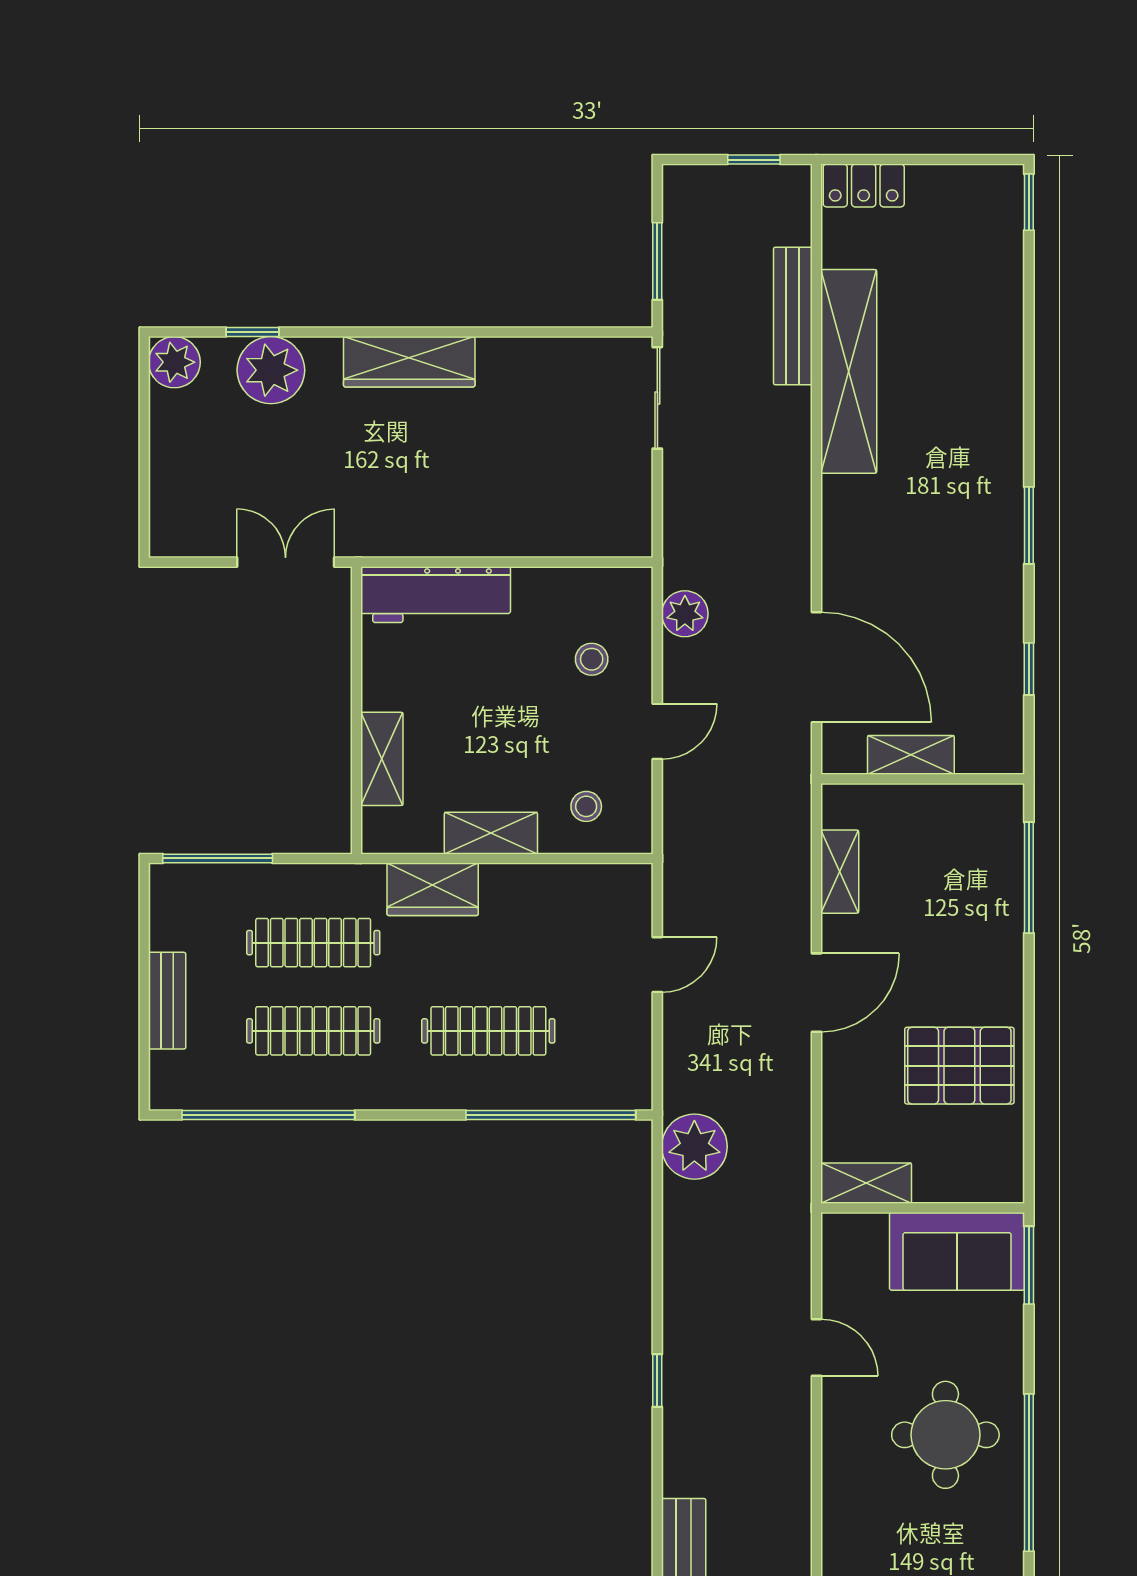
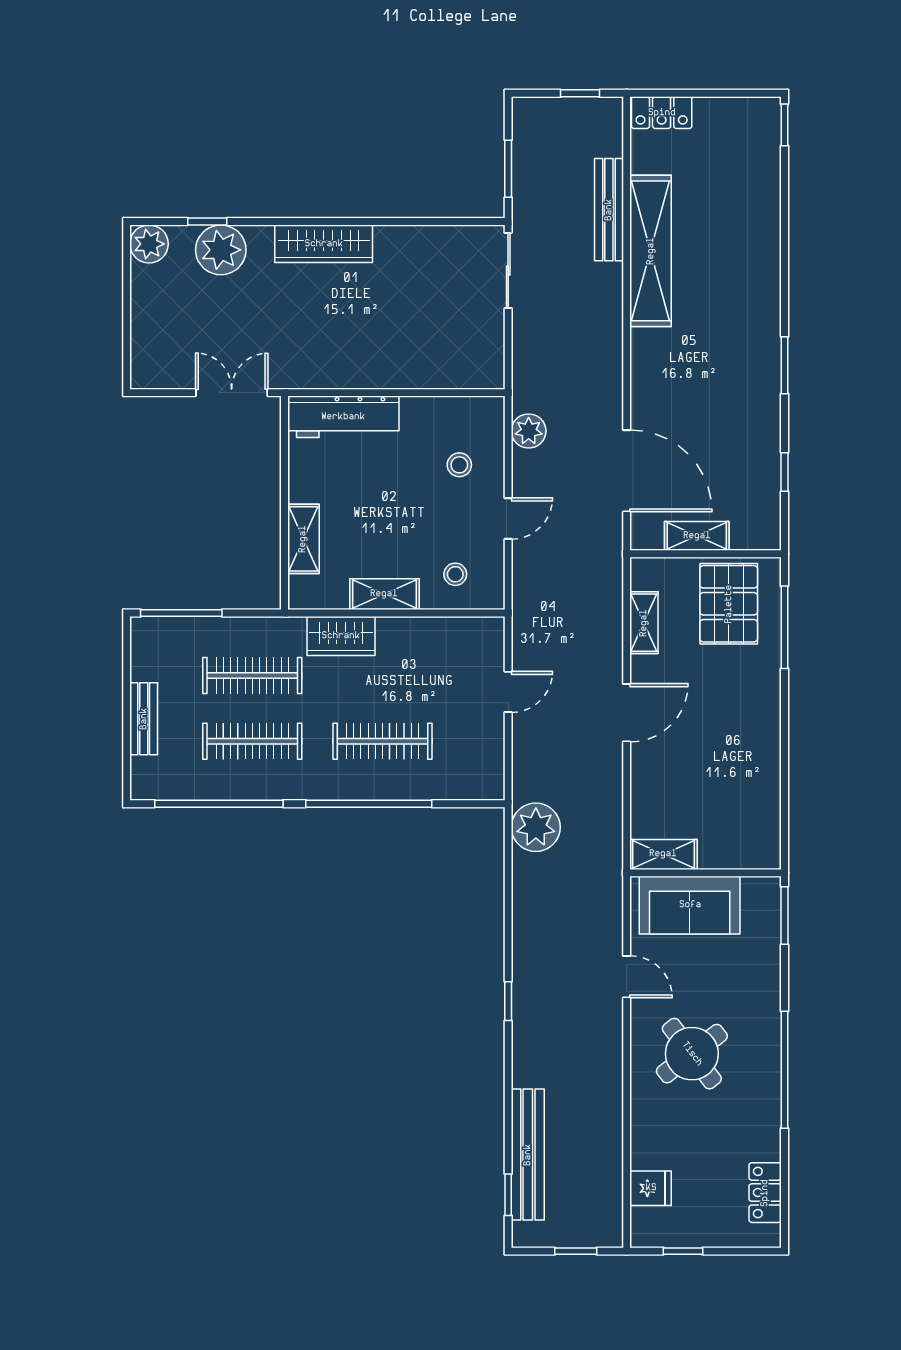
pallet: (959, 1066) -> (729, 604), moved, turned 90
window: (551, 1115) -> (369, 804), moved
sofa: (957, 1251) -> (690, 905), moved
round table: (945, 1435) -> (692, 1054), moved, turned -37

